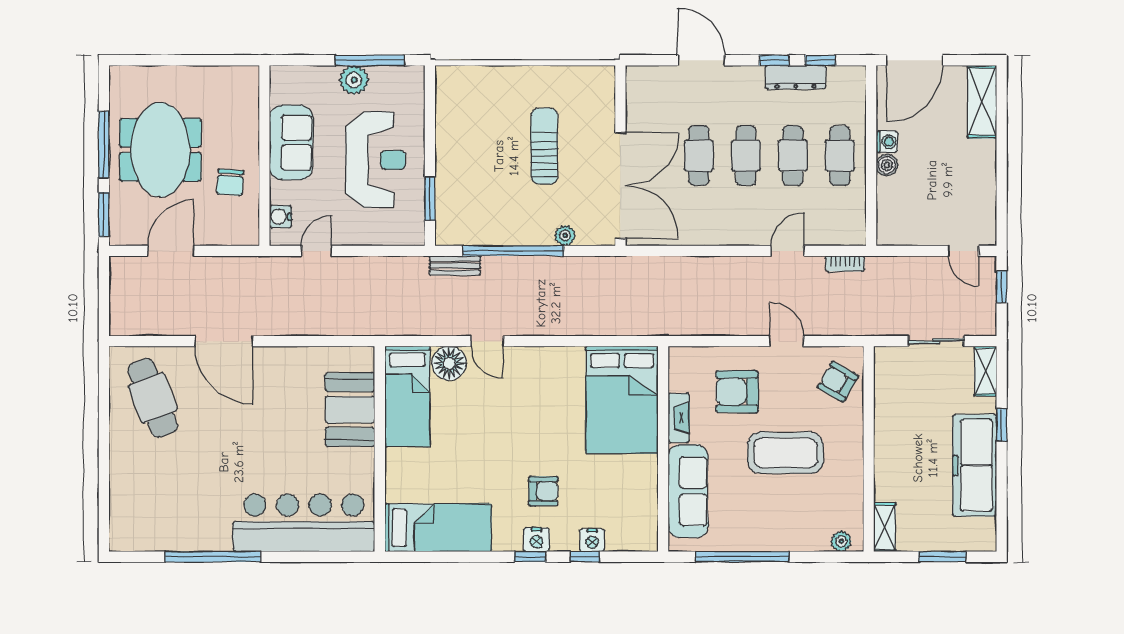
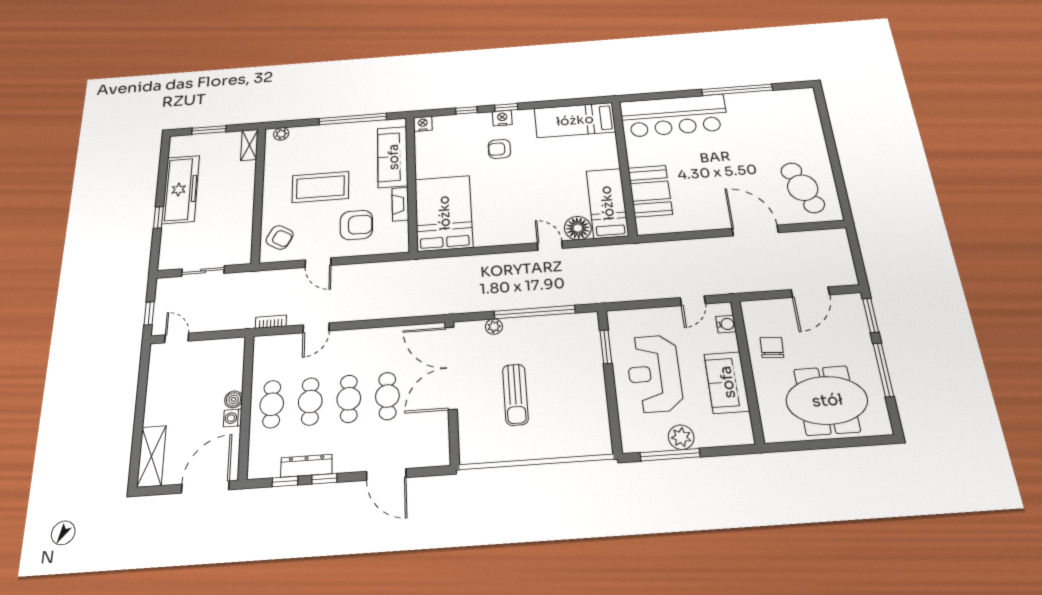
meeting table: (160, 150) -> (827, 400), moved, turned 90
bench: (455, 266) -> (580, 298), removed
shelving: (985, 371) -> (167, 253), removed
nightstand: (592, 540) -> (423, 124), moved

